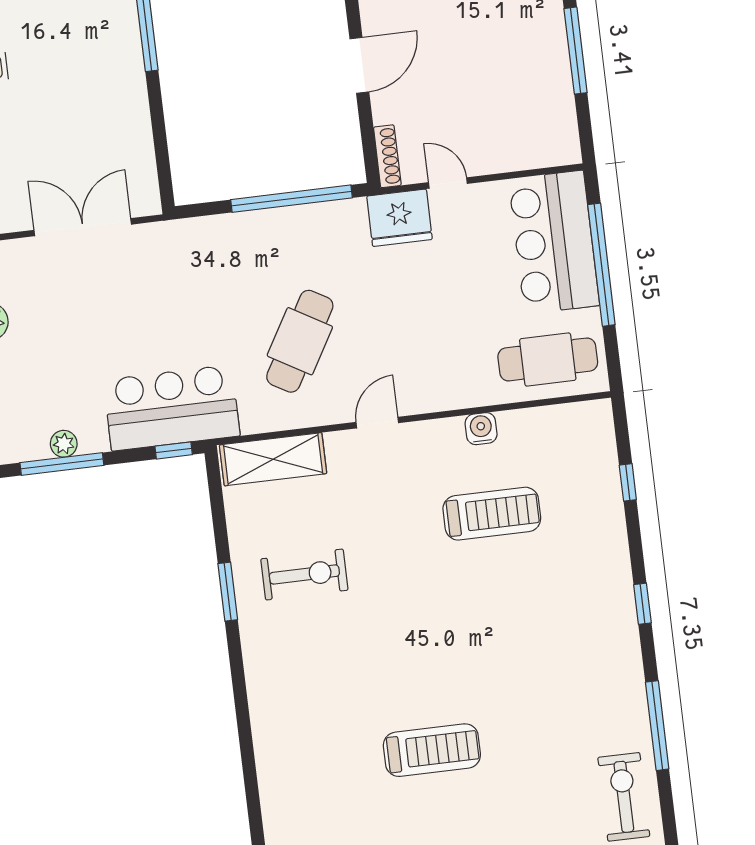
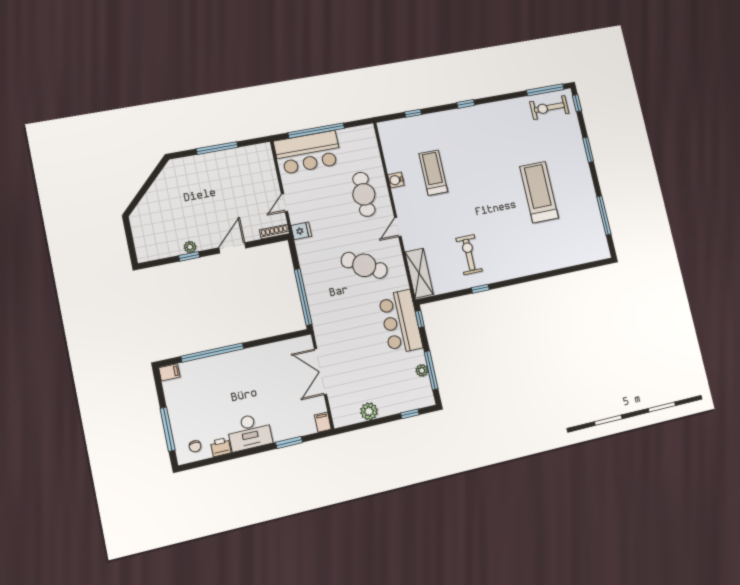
door: (359, 65) -> (232, 248), hinge flipped
window: (292, 199) -> (303, 297), moved
fridge: (399, 218) -> (301, 231), width x0.53, depth x0.75
cafe table: (548, 359) -> (364, 194), moved
door: (377, 423) -> (398, 227), hinge flipped
window: (228, 592) -> (480, 289), width x0.67
window: (657, 726) -> (545, 90), moved
treadmill: (432, 750) -> (539, 192), width x1.37, depth x1.38

